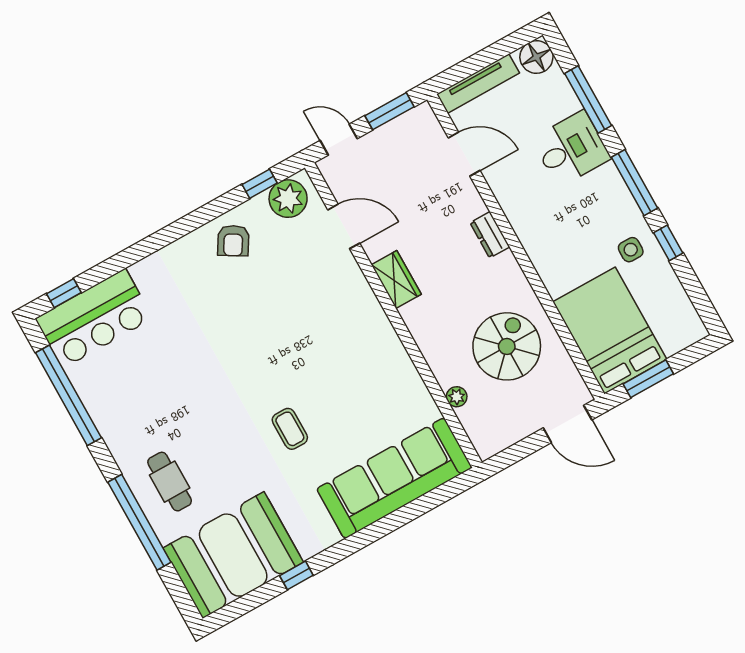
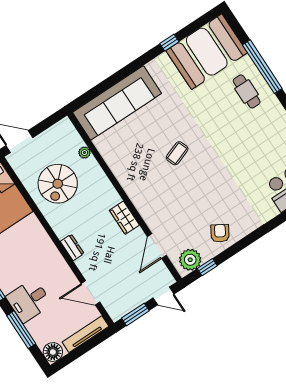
door: (344, 226) -> (157, 246), hinge flipped
coffee table: (290, 429) -> (177, 153), moved, turned 70

